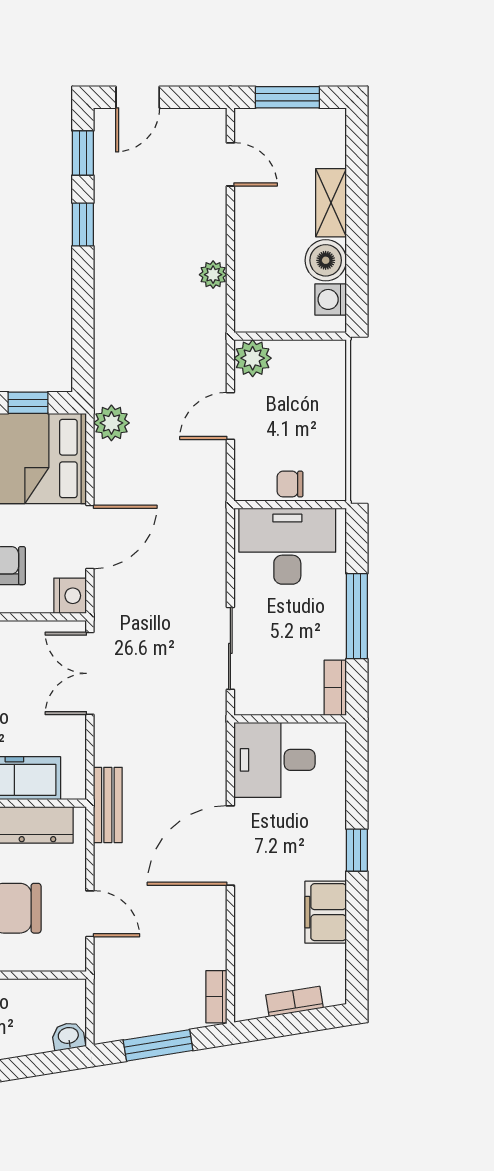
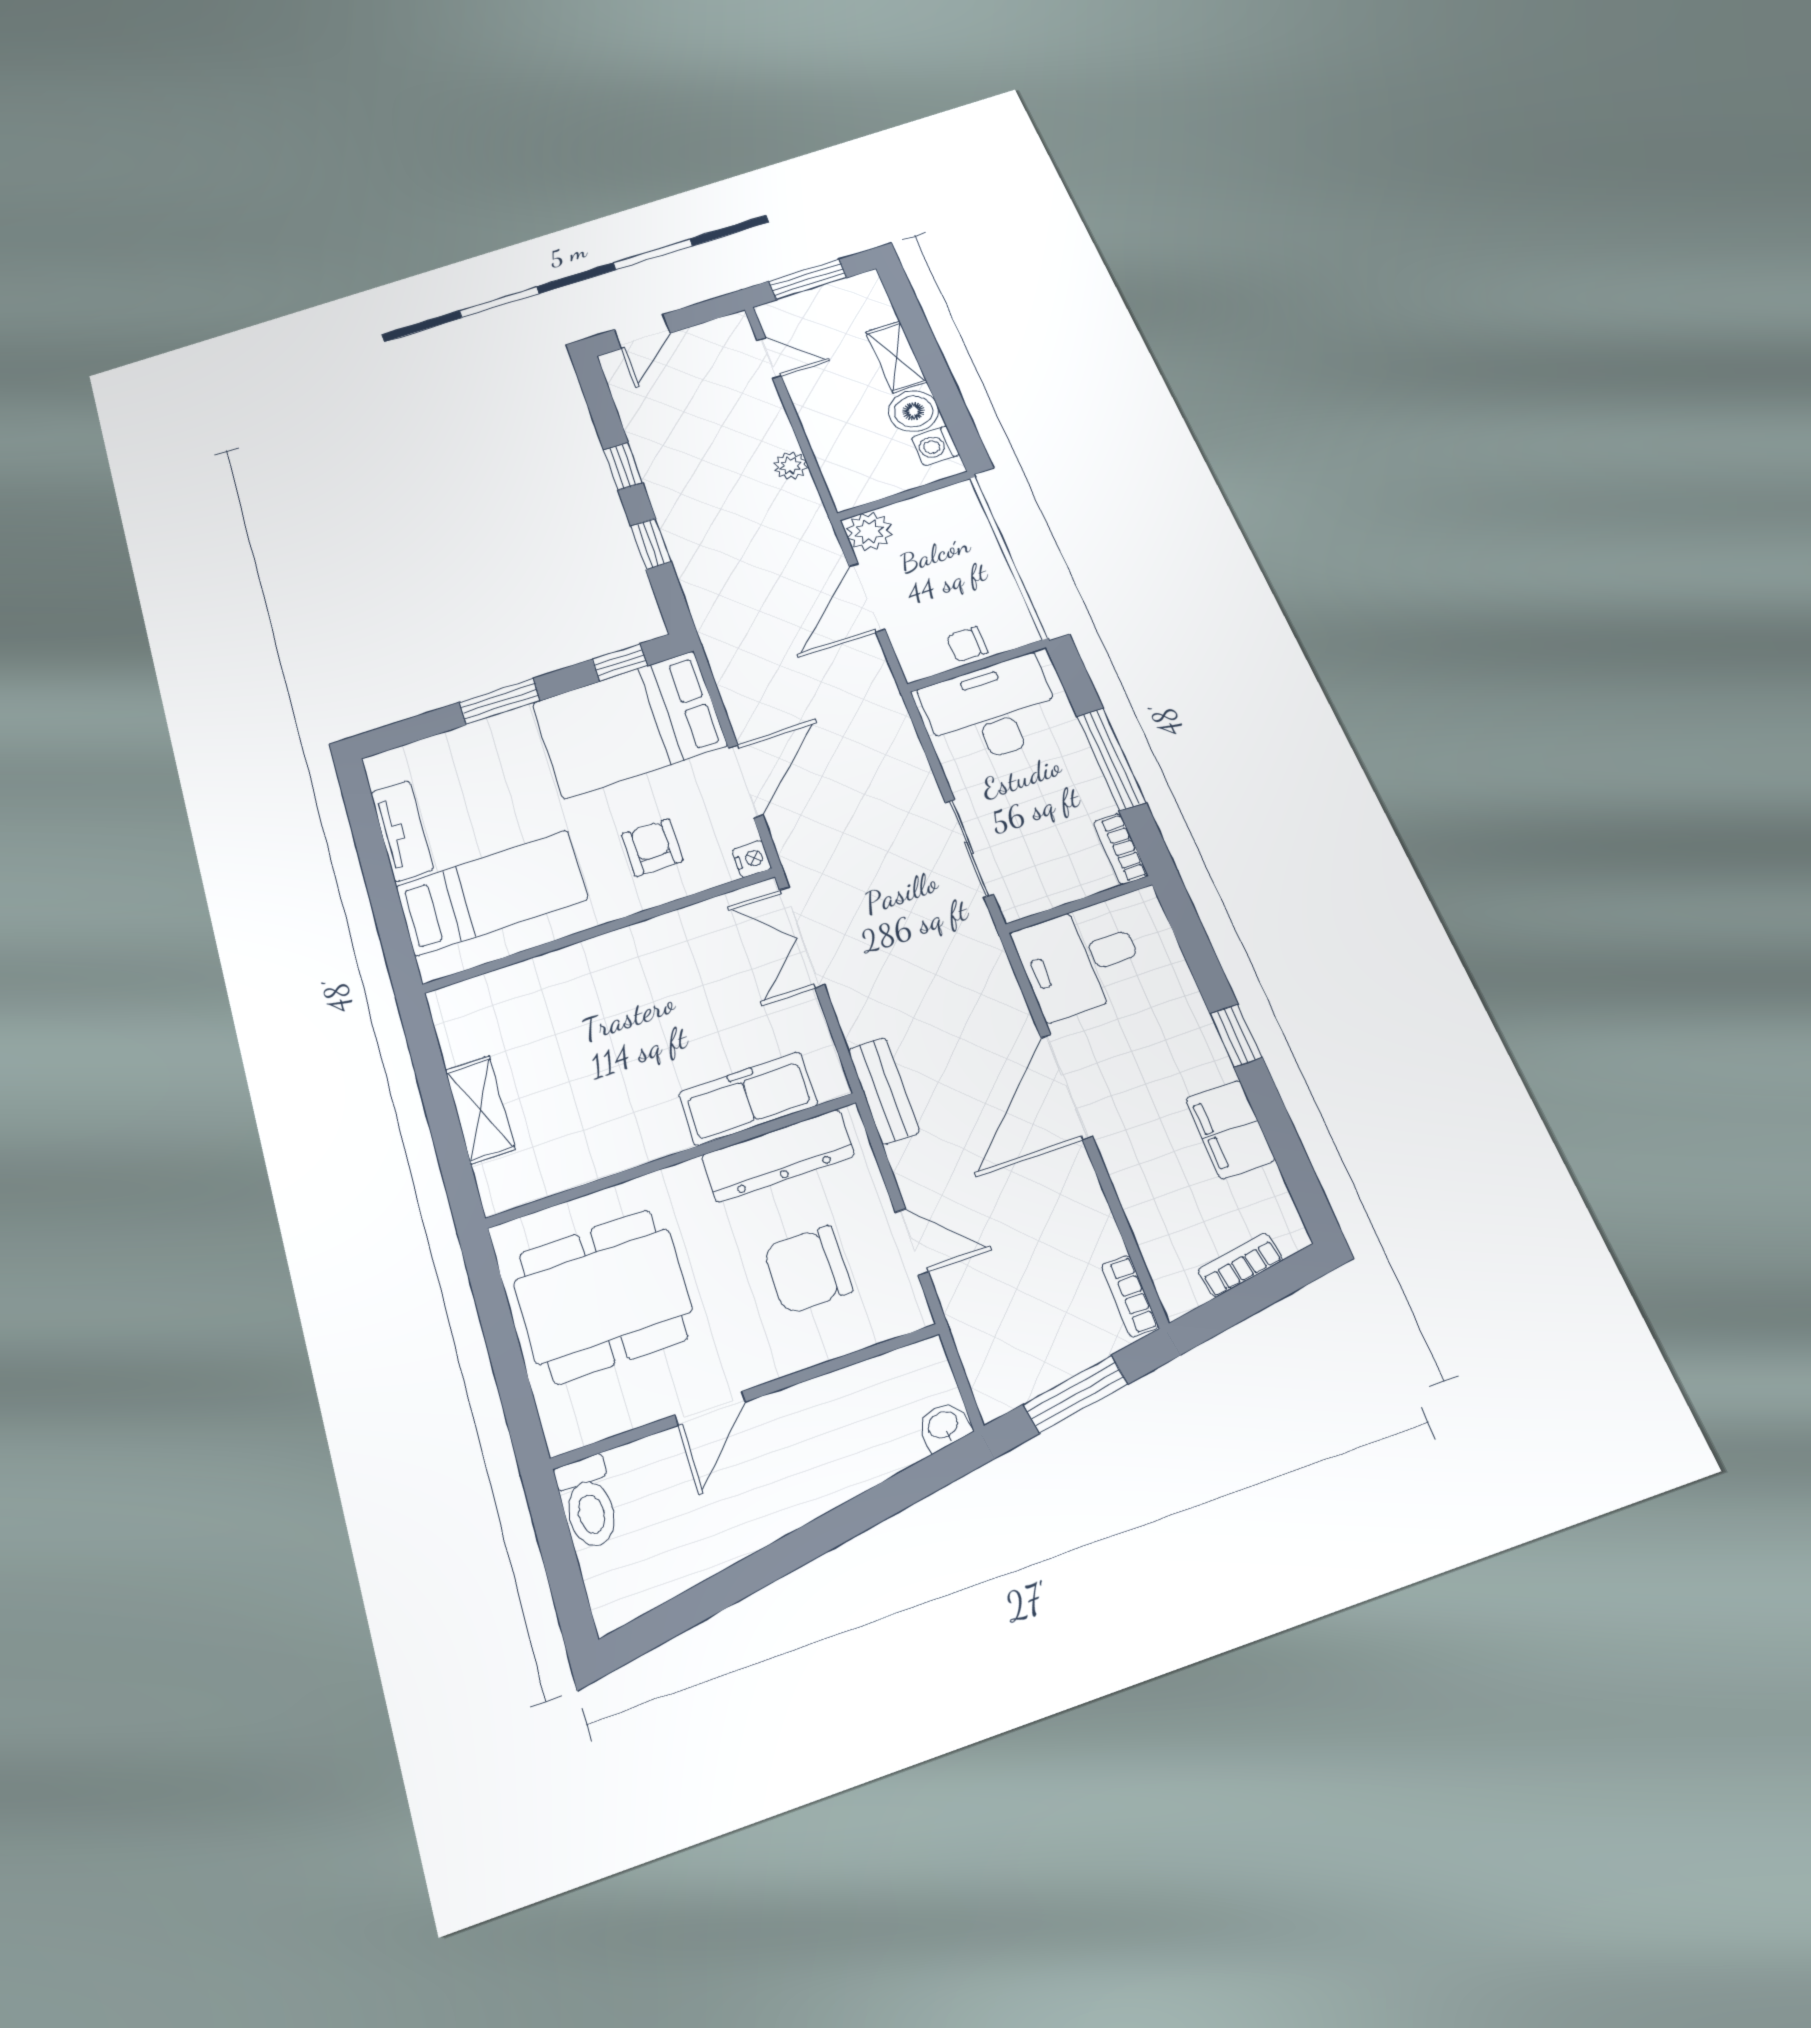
window: (83, 153) -> (651, 544), moved
door: (230, 416) -> (867, 597), width x1.38
plant: (111, 423) -> (727, 651), removed
nightstand: (70, 596) -> (752, 859), width x0.72, depth x0.74

